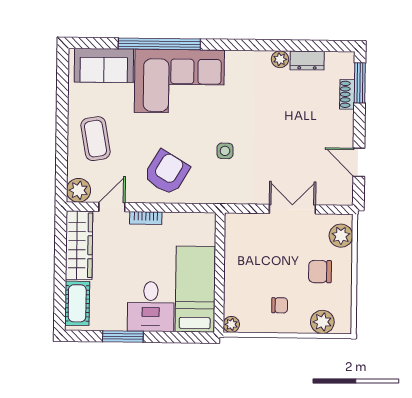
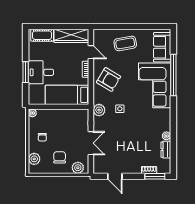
door: (359, 162) -> (115, 176), swing flipped
plant: (78, 190) -> (99, 110), moved
bed: (195, 289) -> (67, 95), moved, turned 180
window: (123, 337) -> (26, 72), moved

